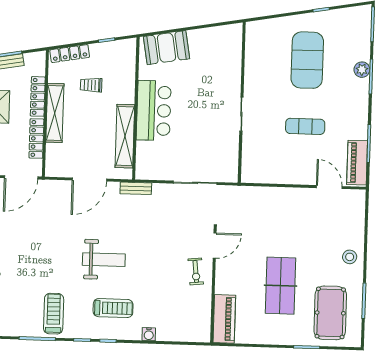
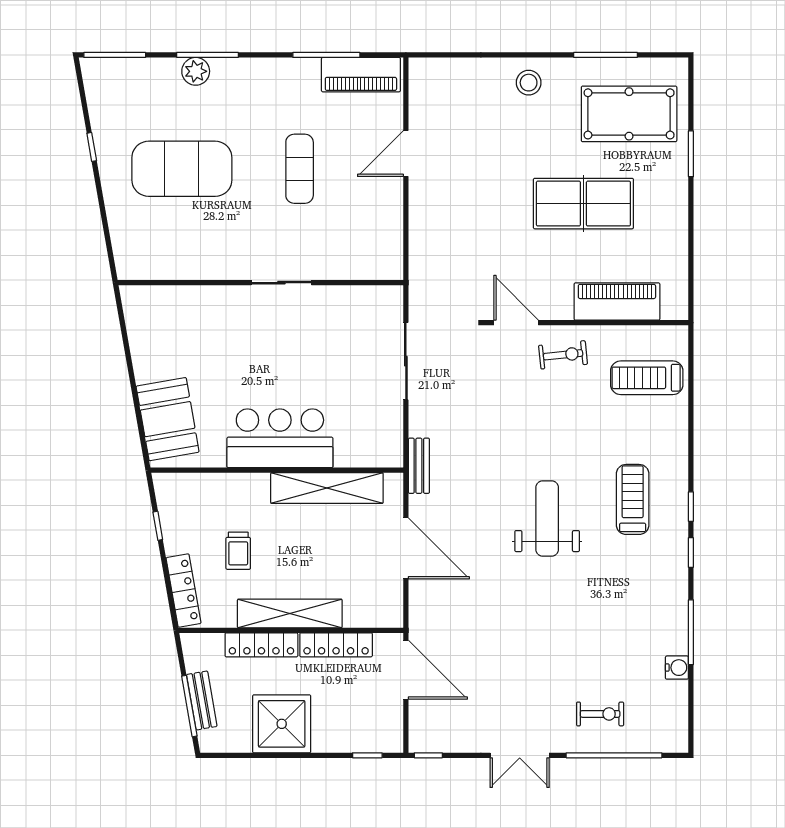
door: (329, 187) -> (406, 154), moved
treadmill: (54, 314) -> (647, 378), moved
piano: (224, 319) -> (617, 301), moved
water cooler: (149, 334) -> (677, 668), moved

